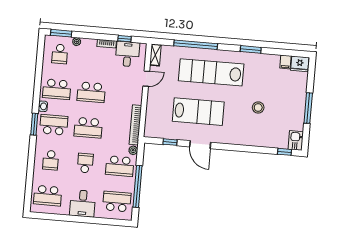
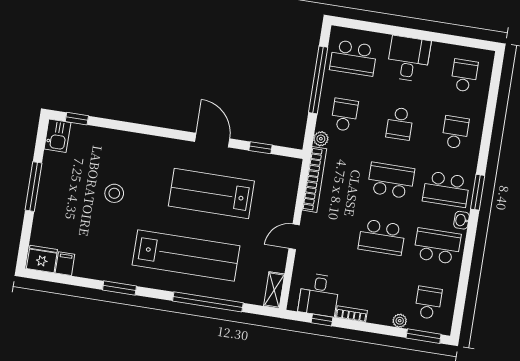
door: (146, 79) -> (294, 237), moved
school desk: (91, 92) -> (382, 237), turned 180
school desk: (120, 166) -> (344, 115), width x0.54
school desk: (48, 196) -> (464, 76), width x0.54

